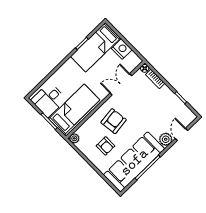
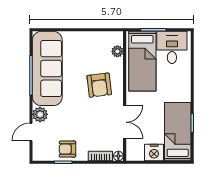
door: (181, 134) -> (31, 132), swing flipped
plant: (74, 138) -> (117, 51), moved
armchair: (106, 146) -> (67, 149), moved

